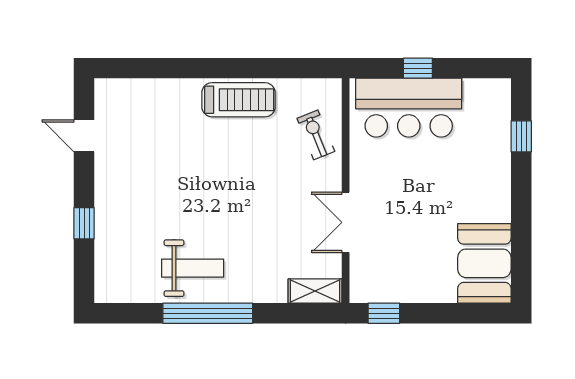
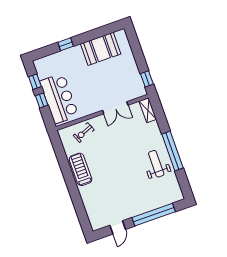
window: (464, 68) -> (35, 82), added
window: (521, 136) -> (66, 44), moved
window: (84, 223) -> (154, 215), width x3.17
booth: (484, 263) -> (101, 49), moved

